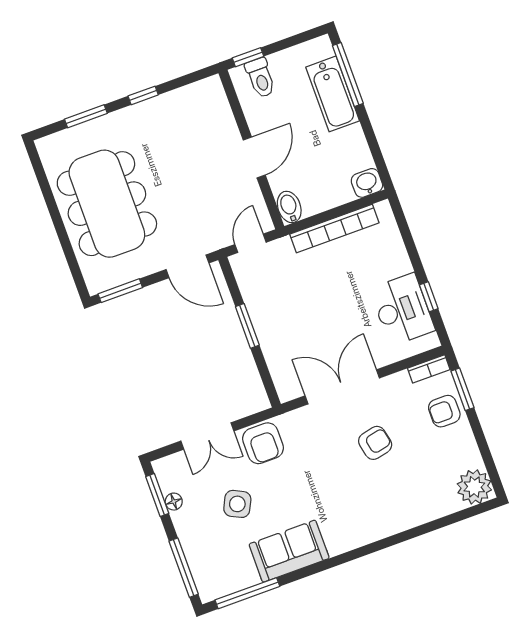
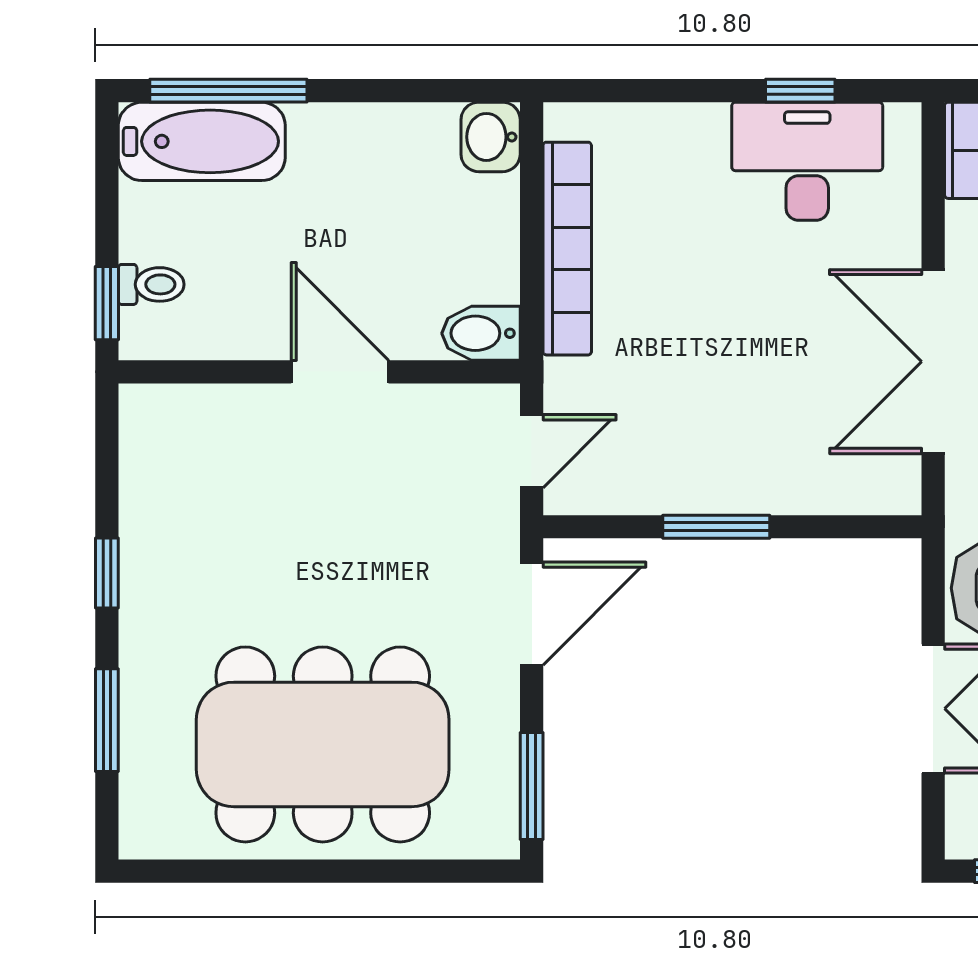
toilet: (260, 78) -> (151, 284), width x0.73, depth x0.72
bathtub: (333, 94) -> (202, 141), moved
door: (250, 243) -> (532, 451), swing flipped

